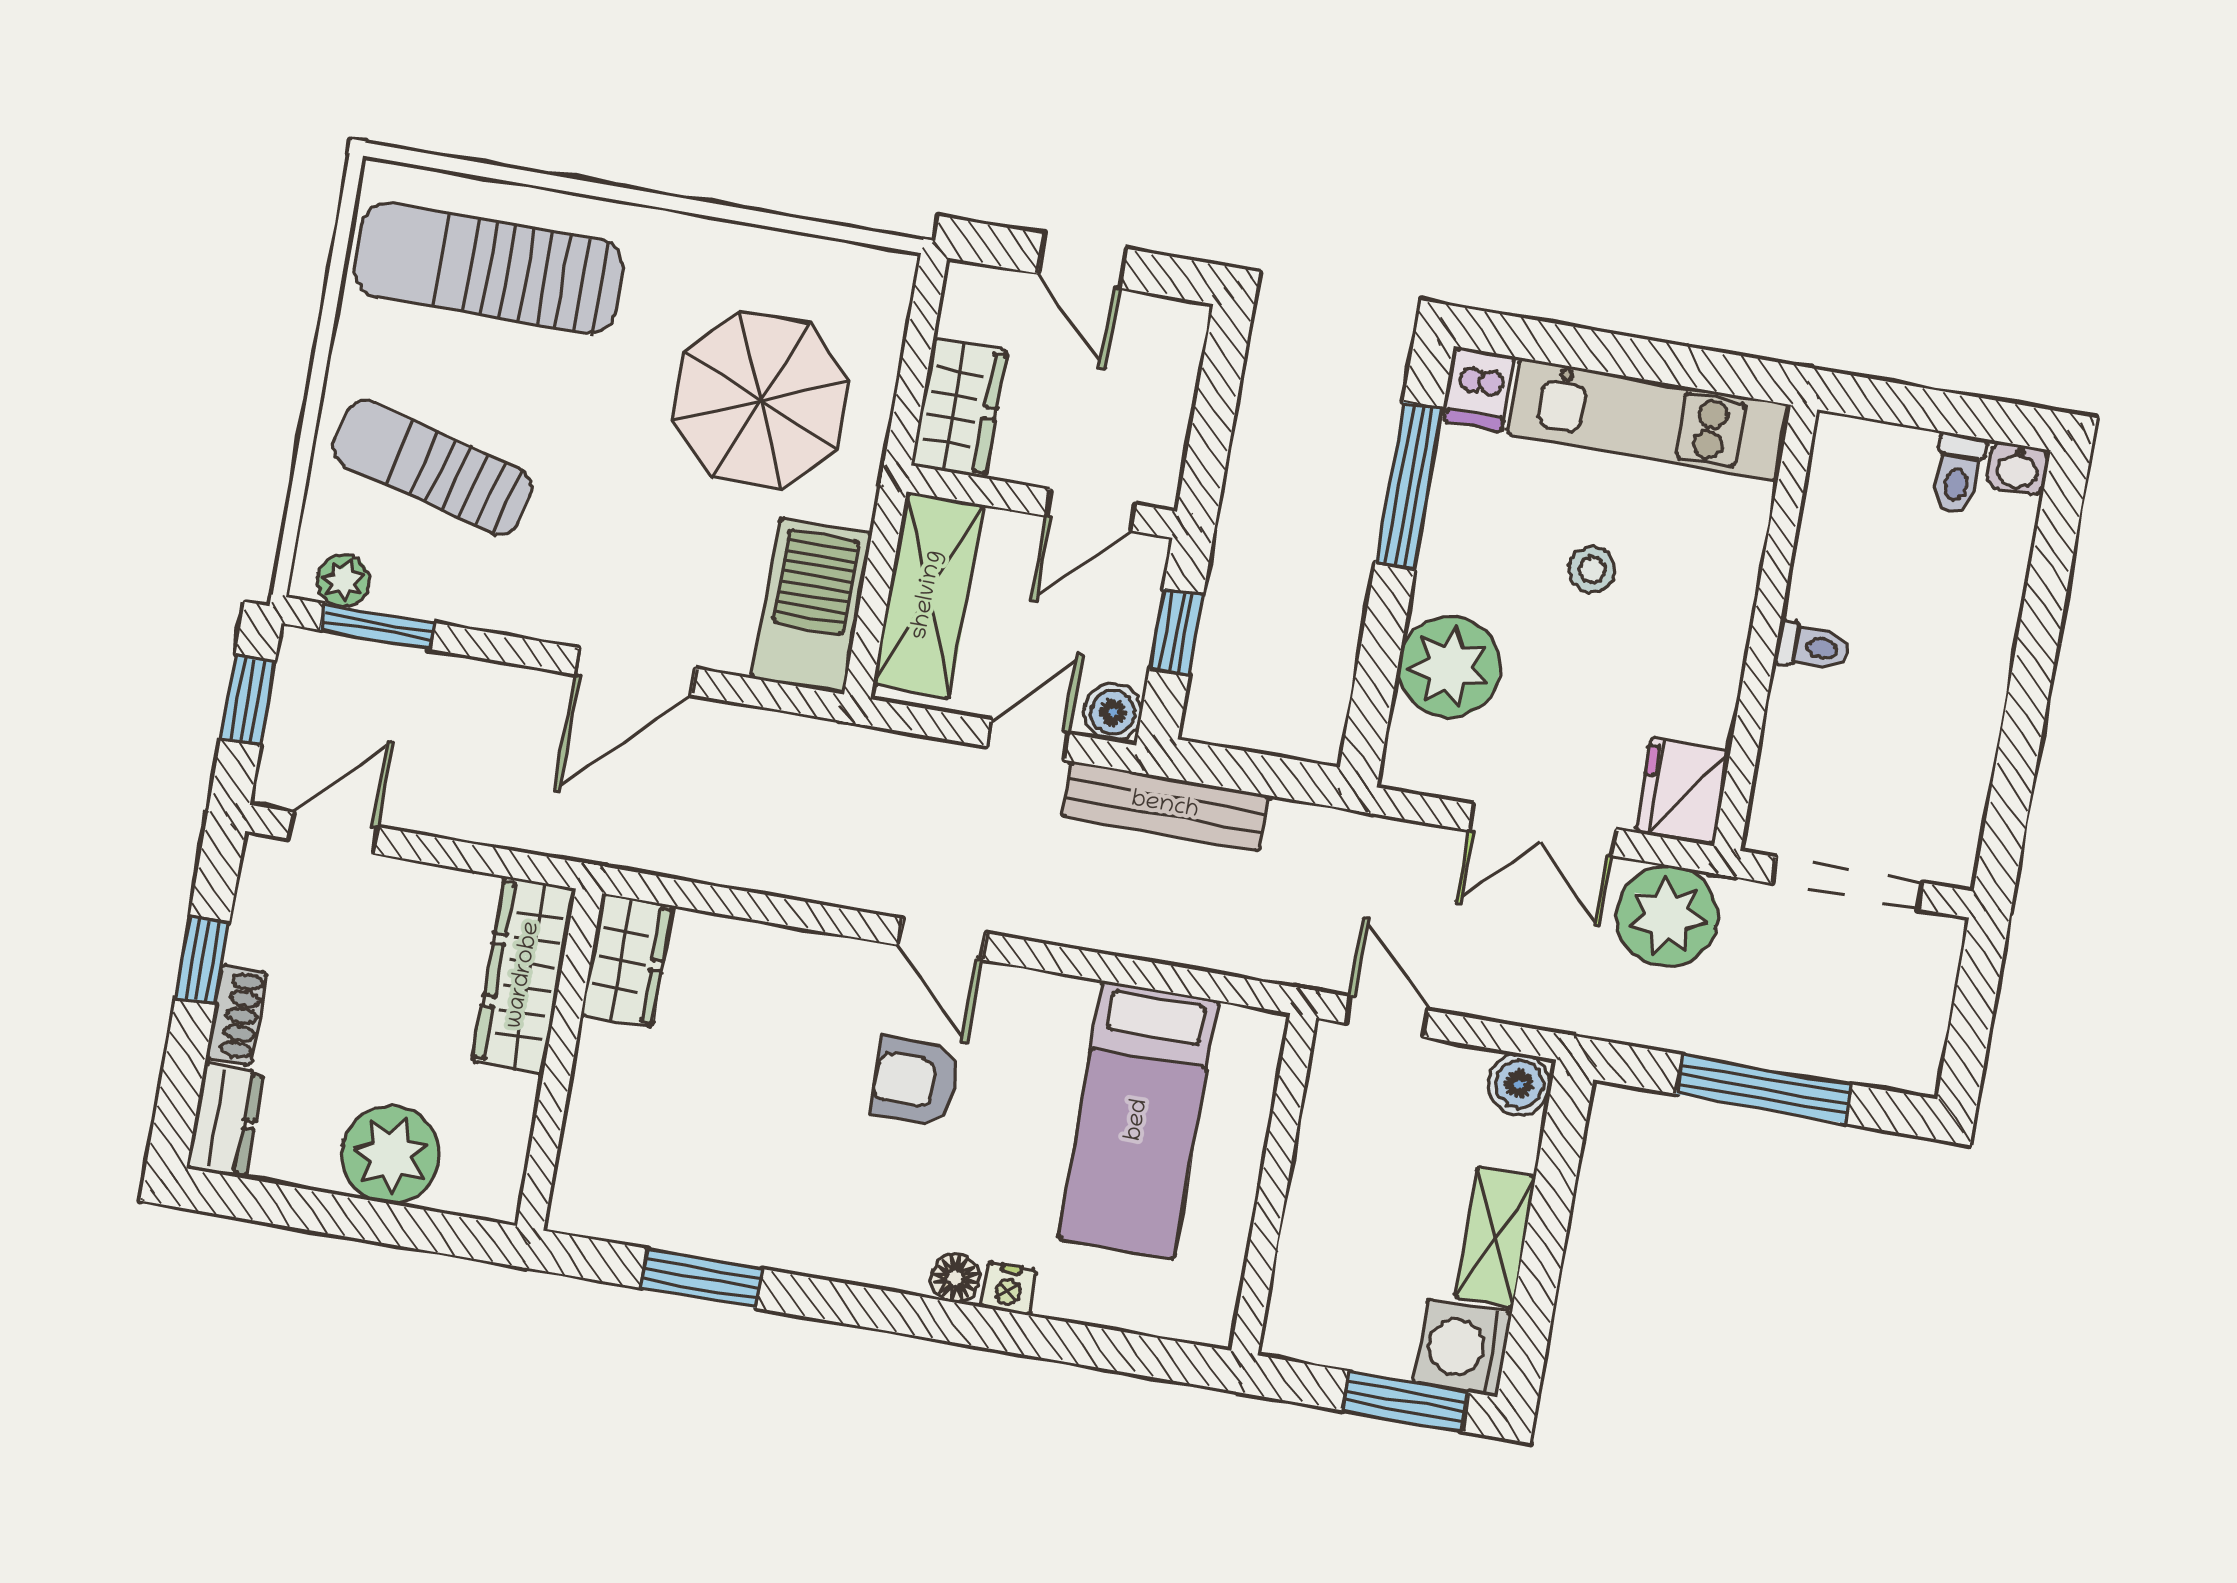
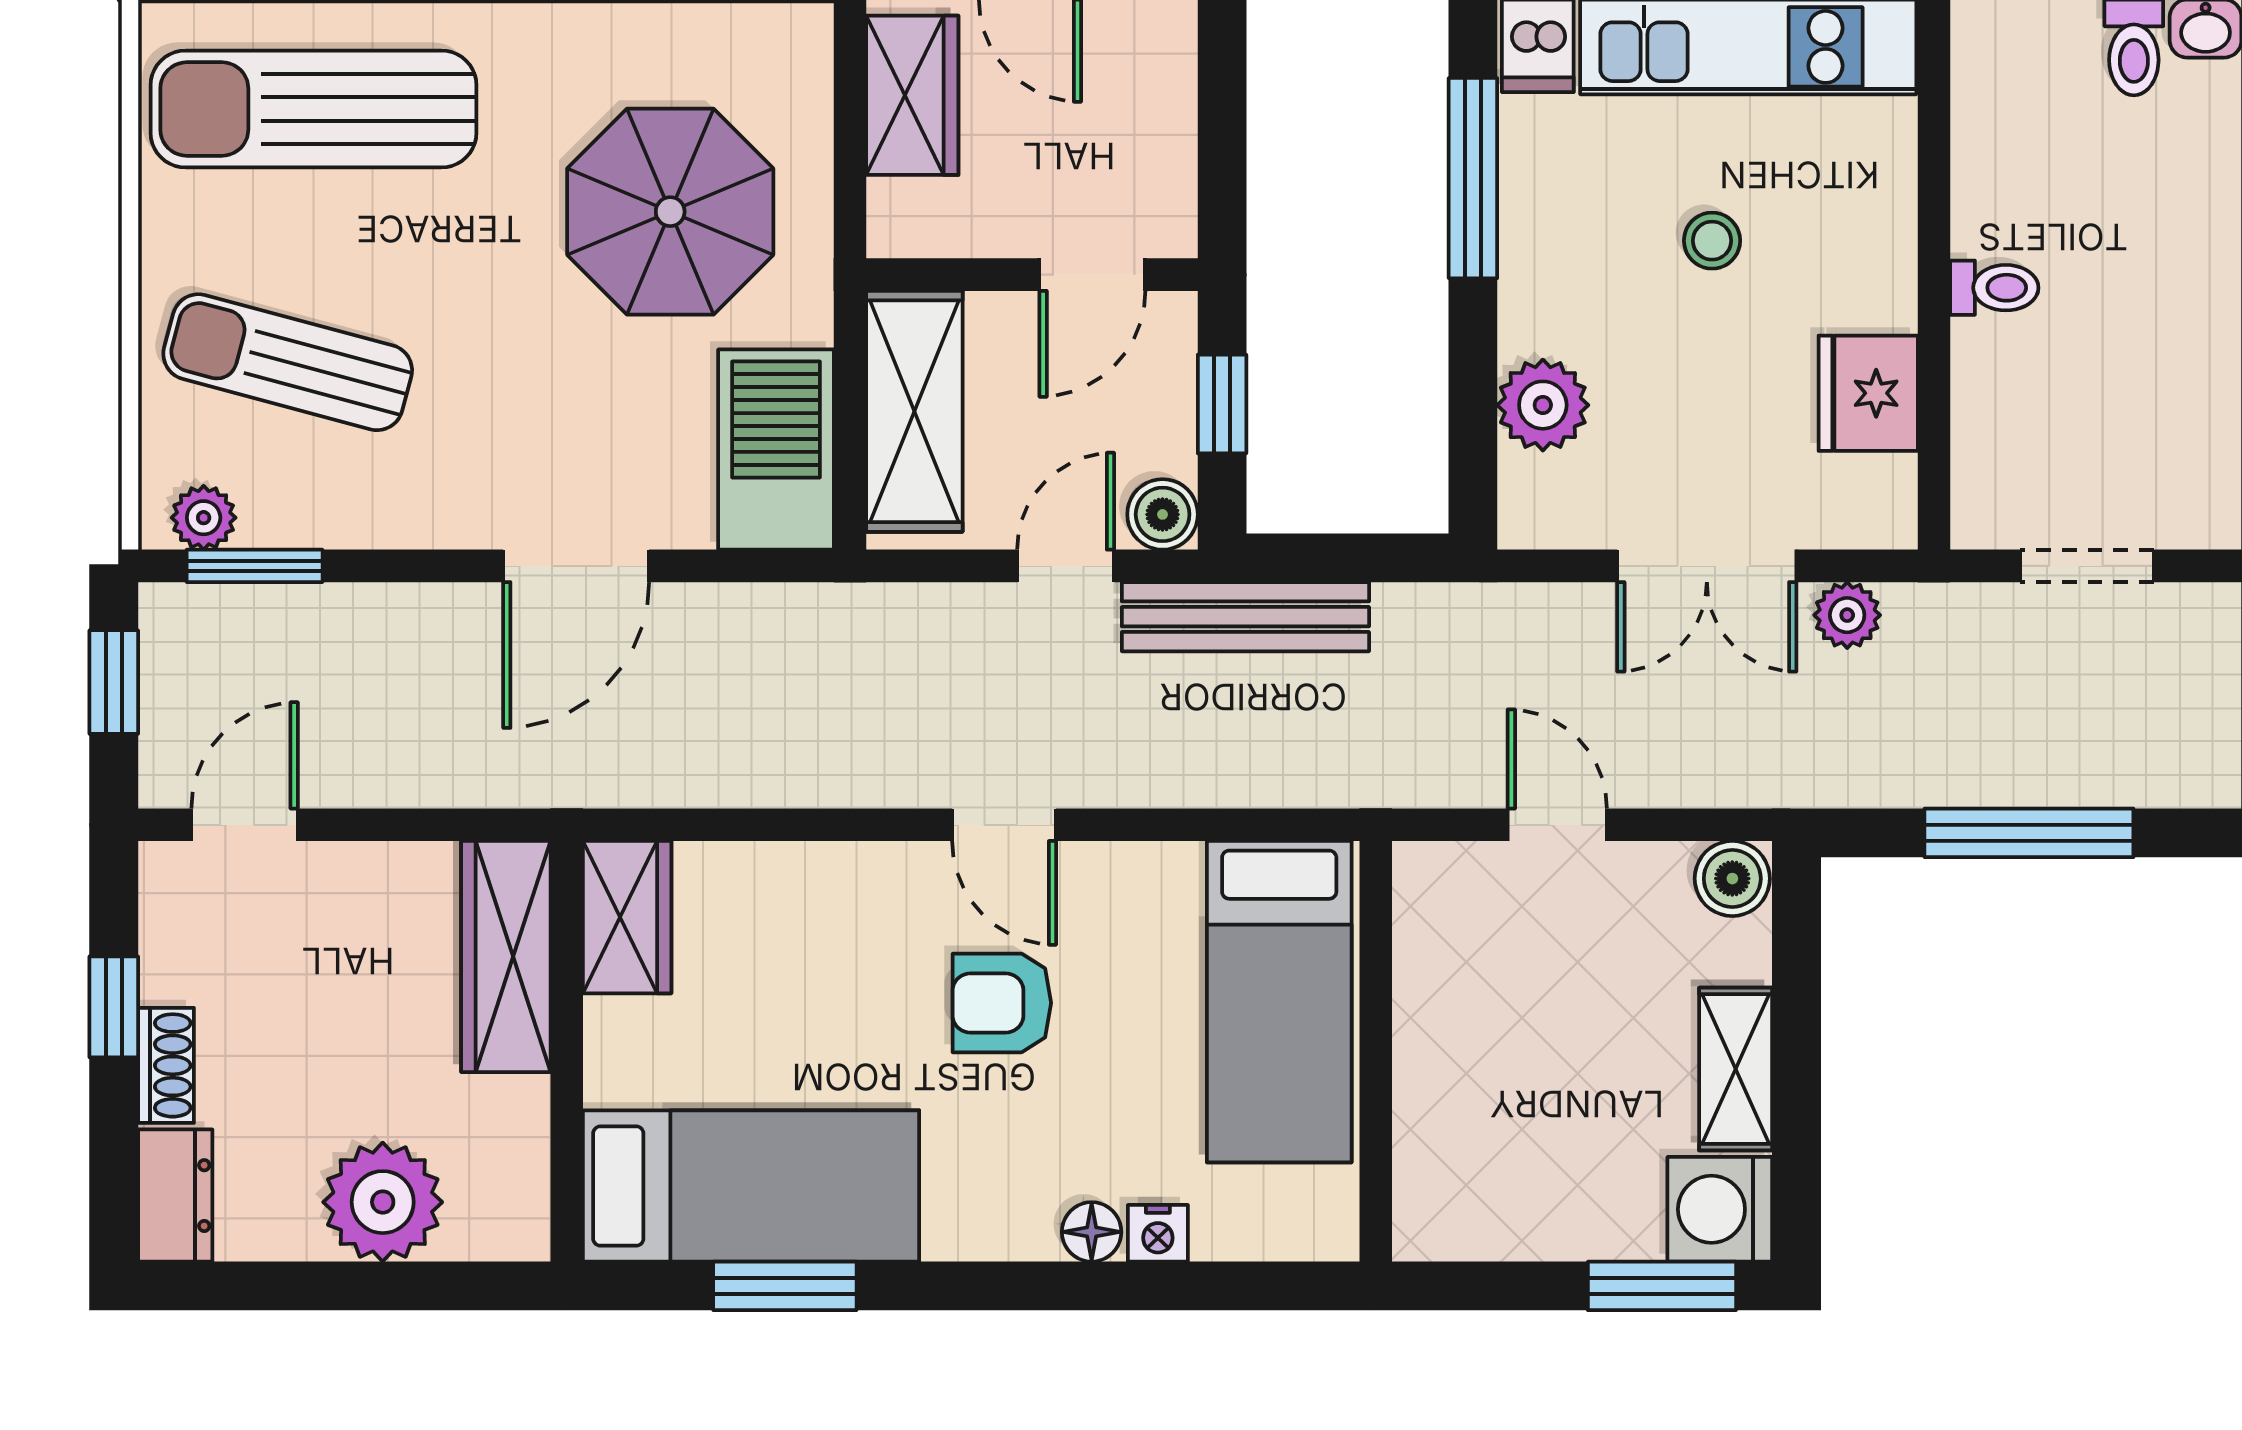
wardrobe: (959, 408) -> (912, 95), moved
plant: (1449, 667) -> (1543, 405), width x0.73, depth x0.73
fridge: (1683, 791) -> (1868, 393), moved
doorway: (1848, 883) -> (2087, 566), width x0.73
plant: (1667, 916) -> (1847, 615), width x0.53, depth x0.53
wall: (1274, 1184) -> (1376, 1051), moved
bed: (689, 1194) -> (751, 1186), added

